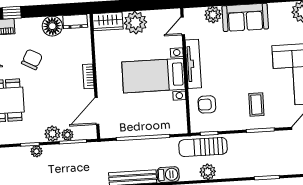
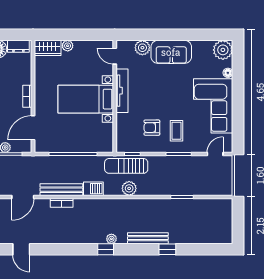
plant: (135, 23) -> (68, 46), width x0.53, depth x0.53
door: (183, 26) -> (115, 56), hinge flipped
armchair: (207, 104) -> (152, 128), moved

